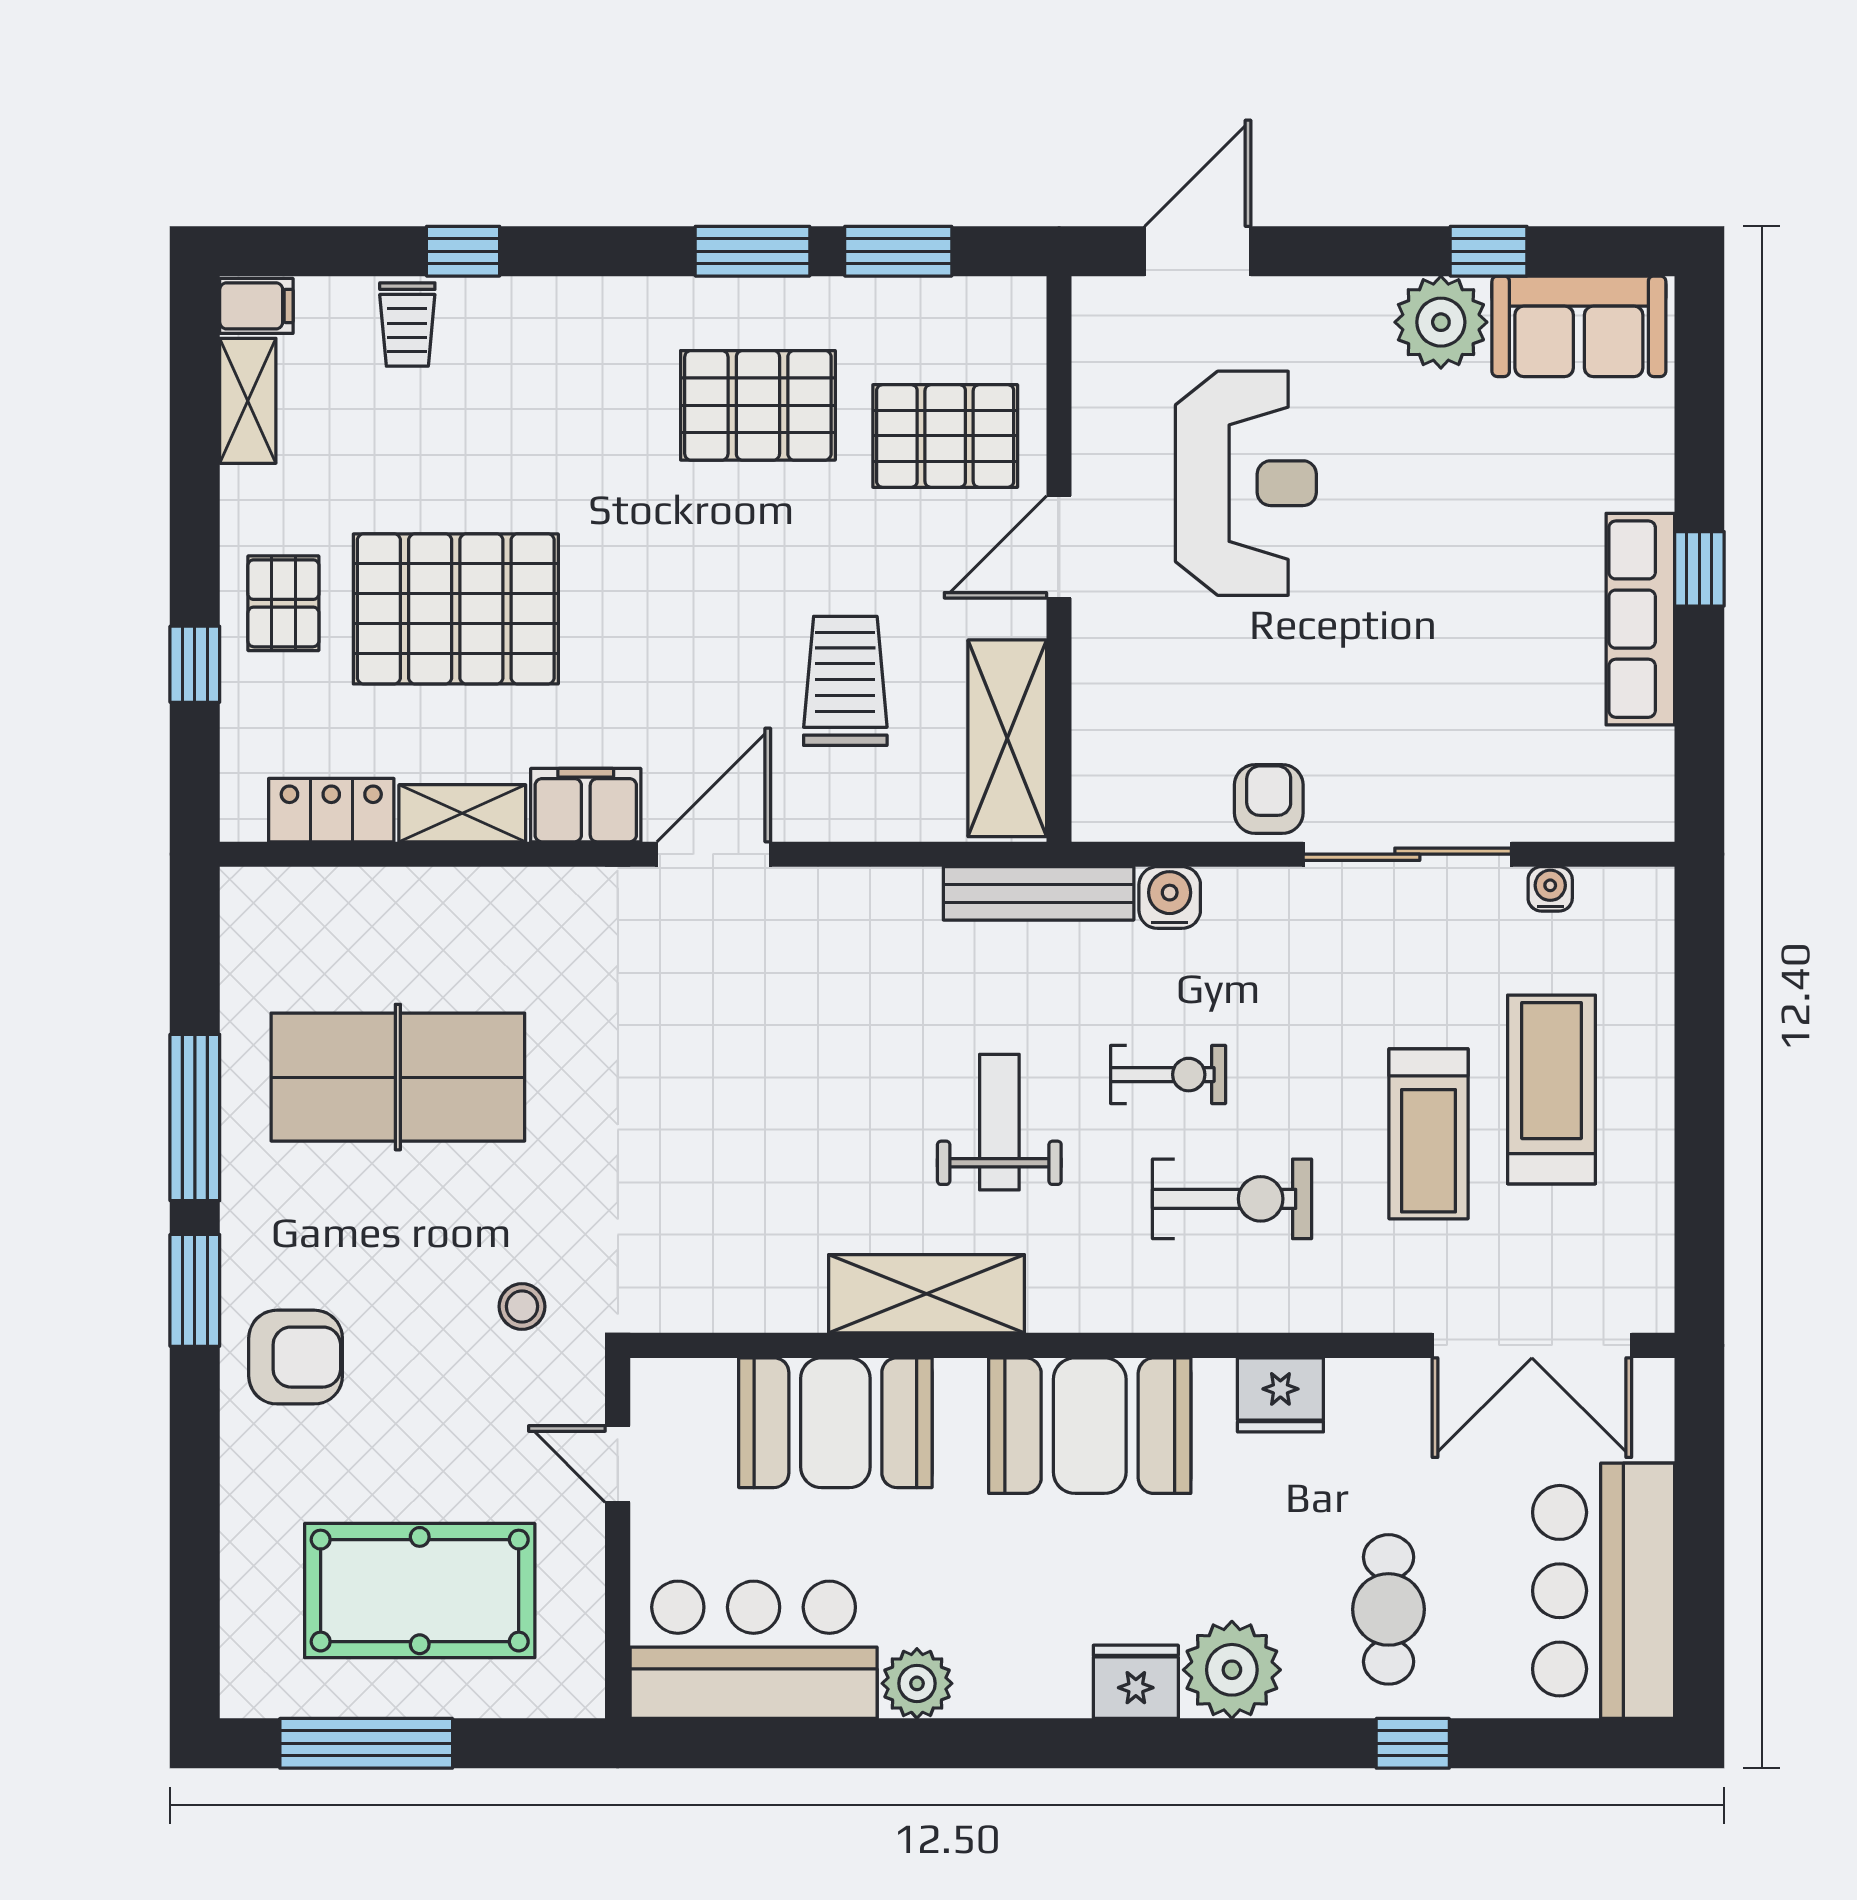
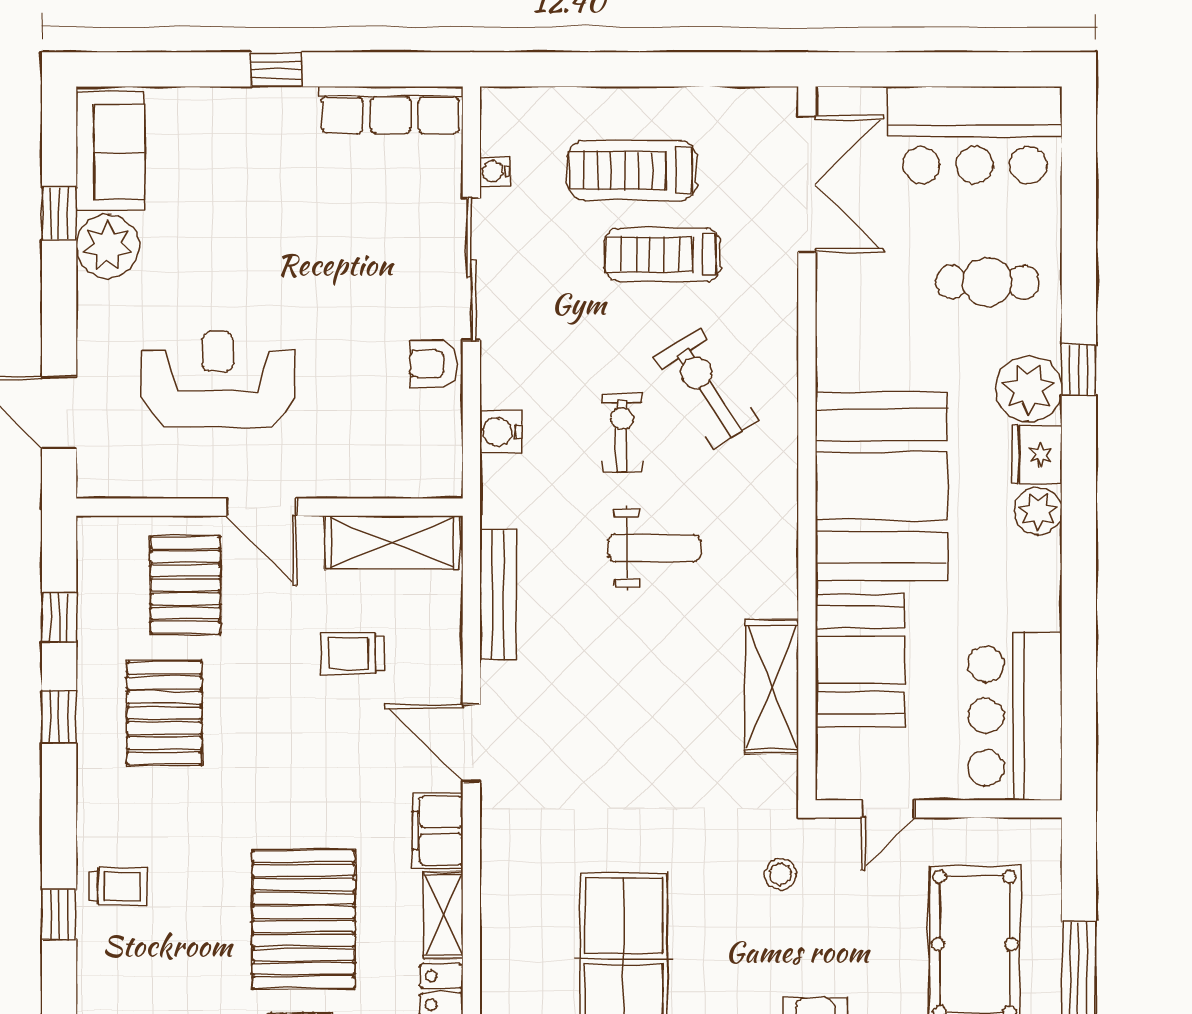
window: (753, 251) -> (59, 717), width x0.67
window: (898, 251) -> (59, 617), width x0.67
trolley: (407, 324) -> (118, 886), moved
row of seats: (1640, 619) -> (390, 110), moved
trolley: (845, 681) -> (353, 653), width x0.73, depth x0.72
bench: (1039, 893) -> (498, 595), moved
weight bench: (999, 1122) -> (654, 548), turned 180
treadmill: (1428, 1134) -> (662, 255), turned 180
exercise bike: (1232, 1199) -> (707, 389), turned -33
shelving: (927, 1294) -> (772, 687), moved
fridge: (1280, 1395) -> (841, 356), removed
booth: (1090, 1426) -> (881, 486), width x1.36, depth x1.42
plant: (917, 1683) -> (1038, 511), moved
window: (1413, 1743) -> (1079, 370), moved

